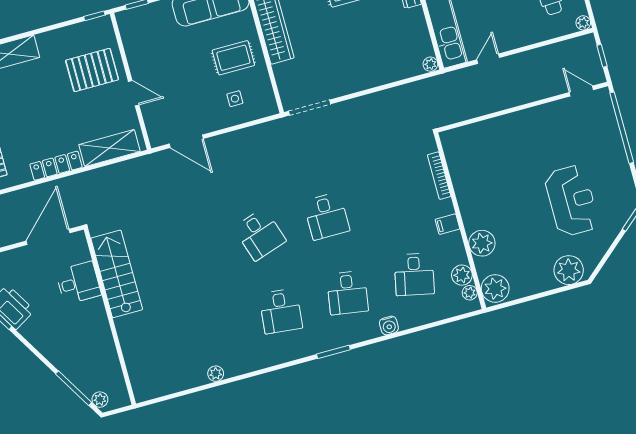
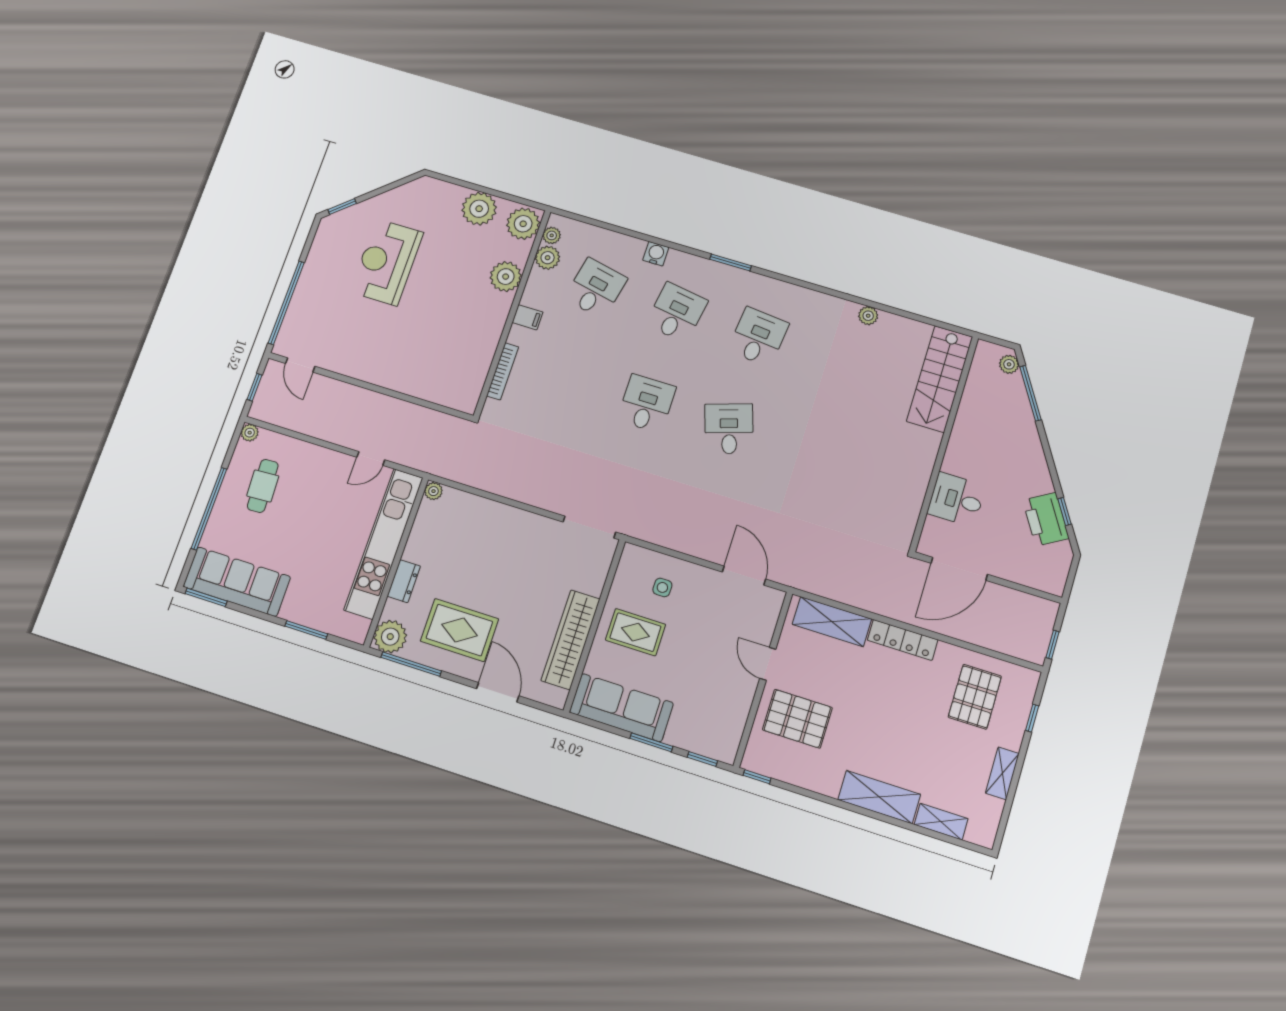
plant: (569, 270) -> (479, 209), moved
stairs: (117, 274) -> (940, 379), moved

